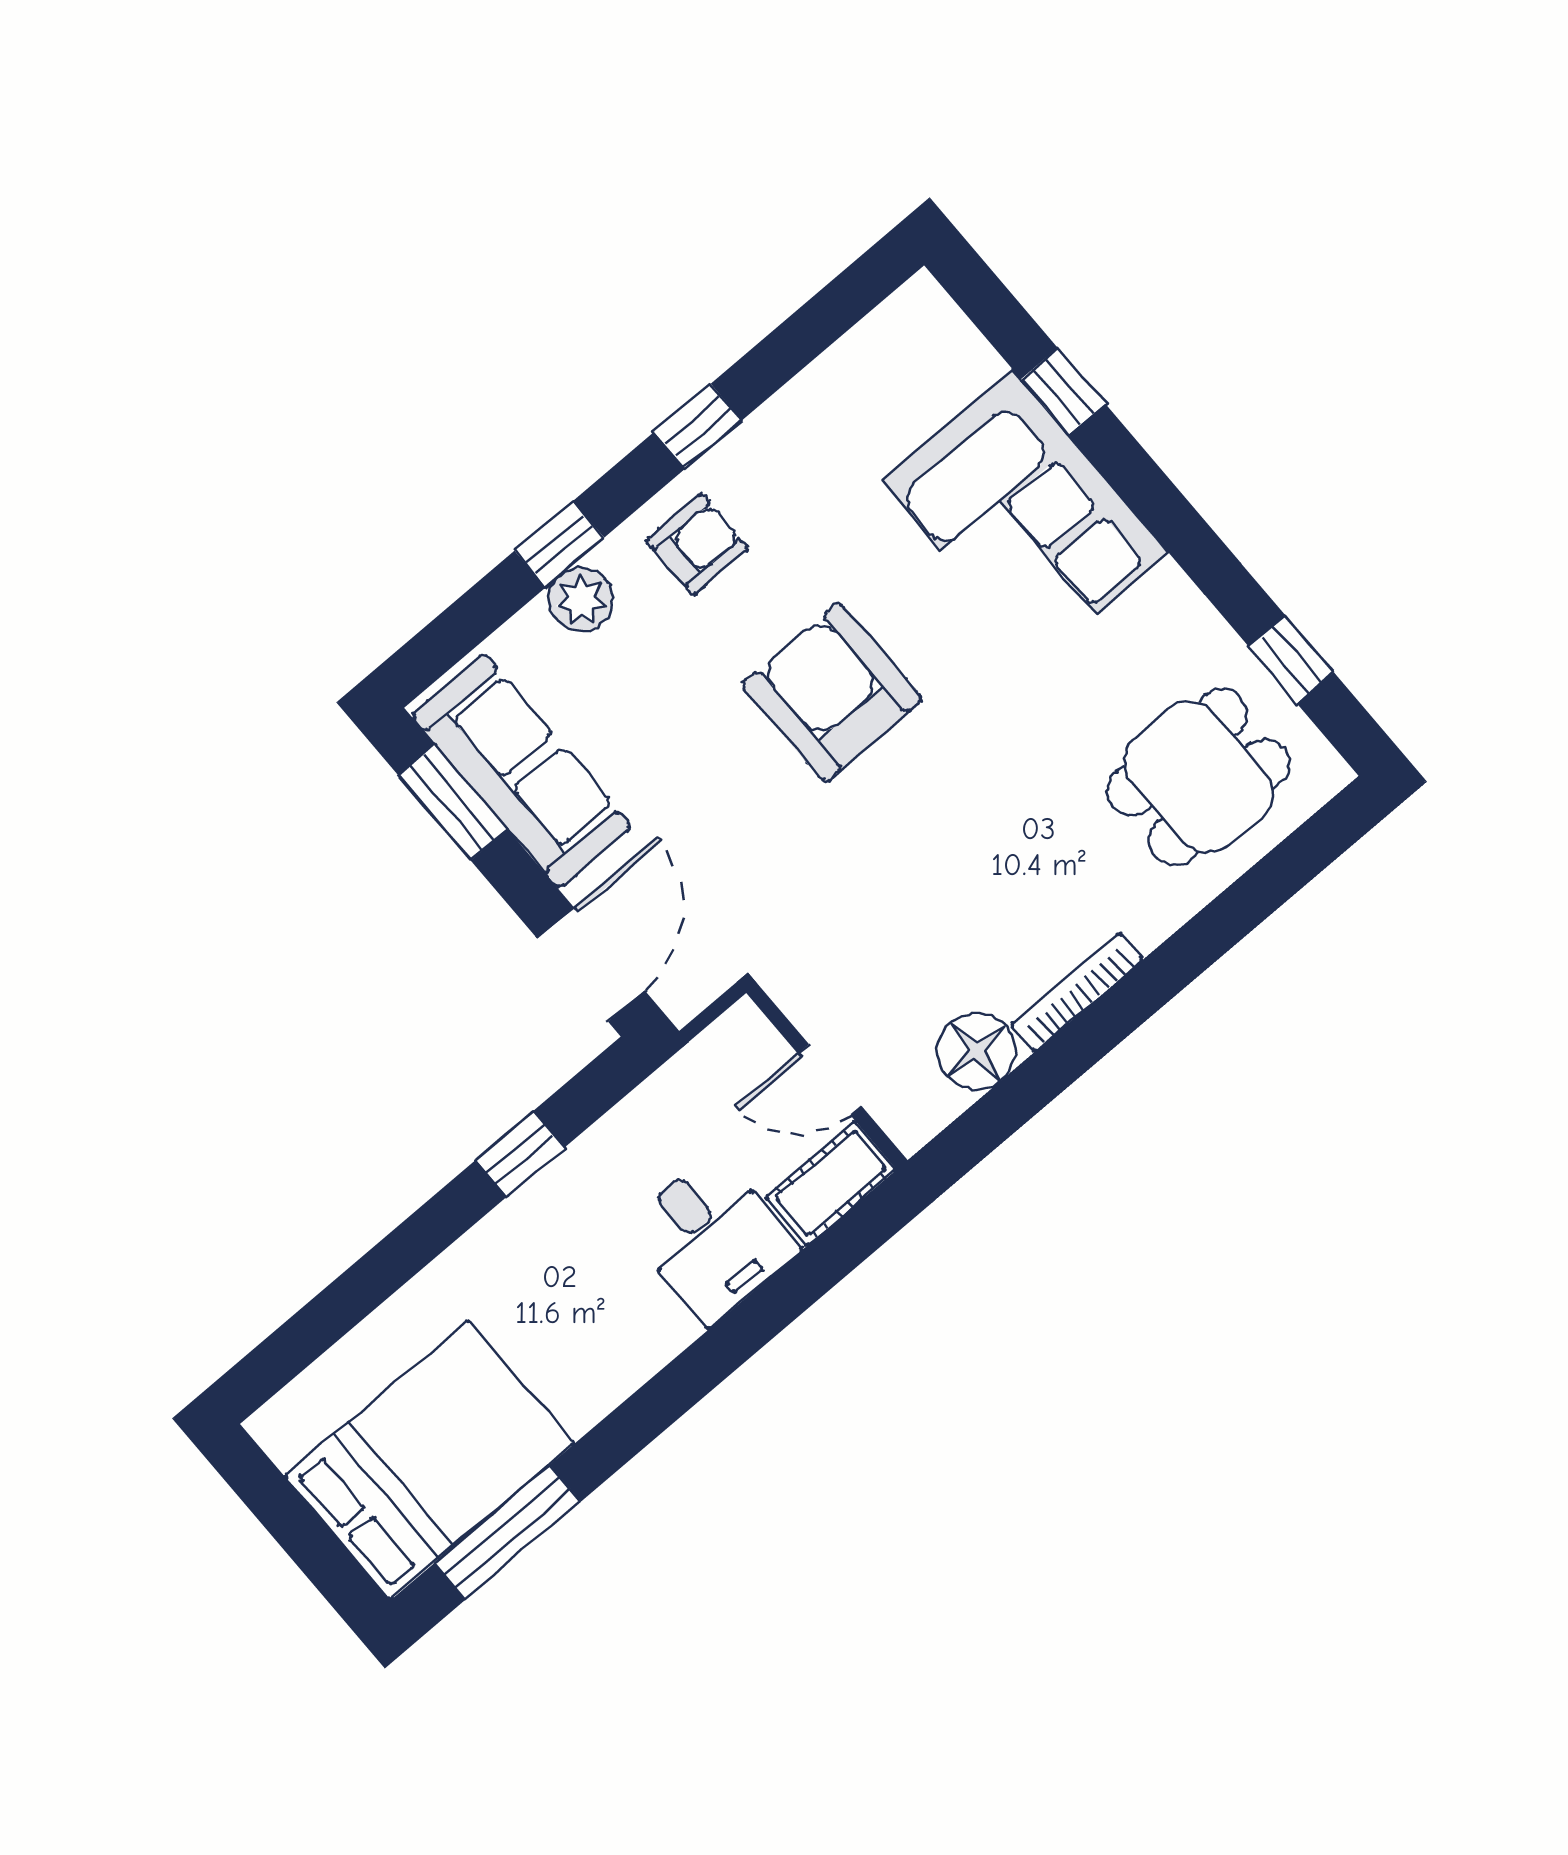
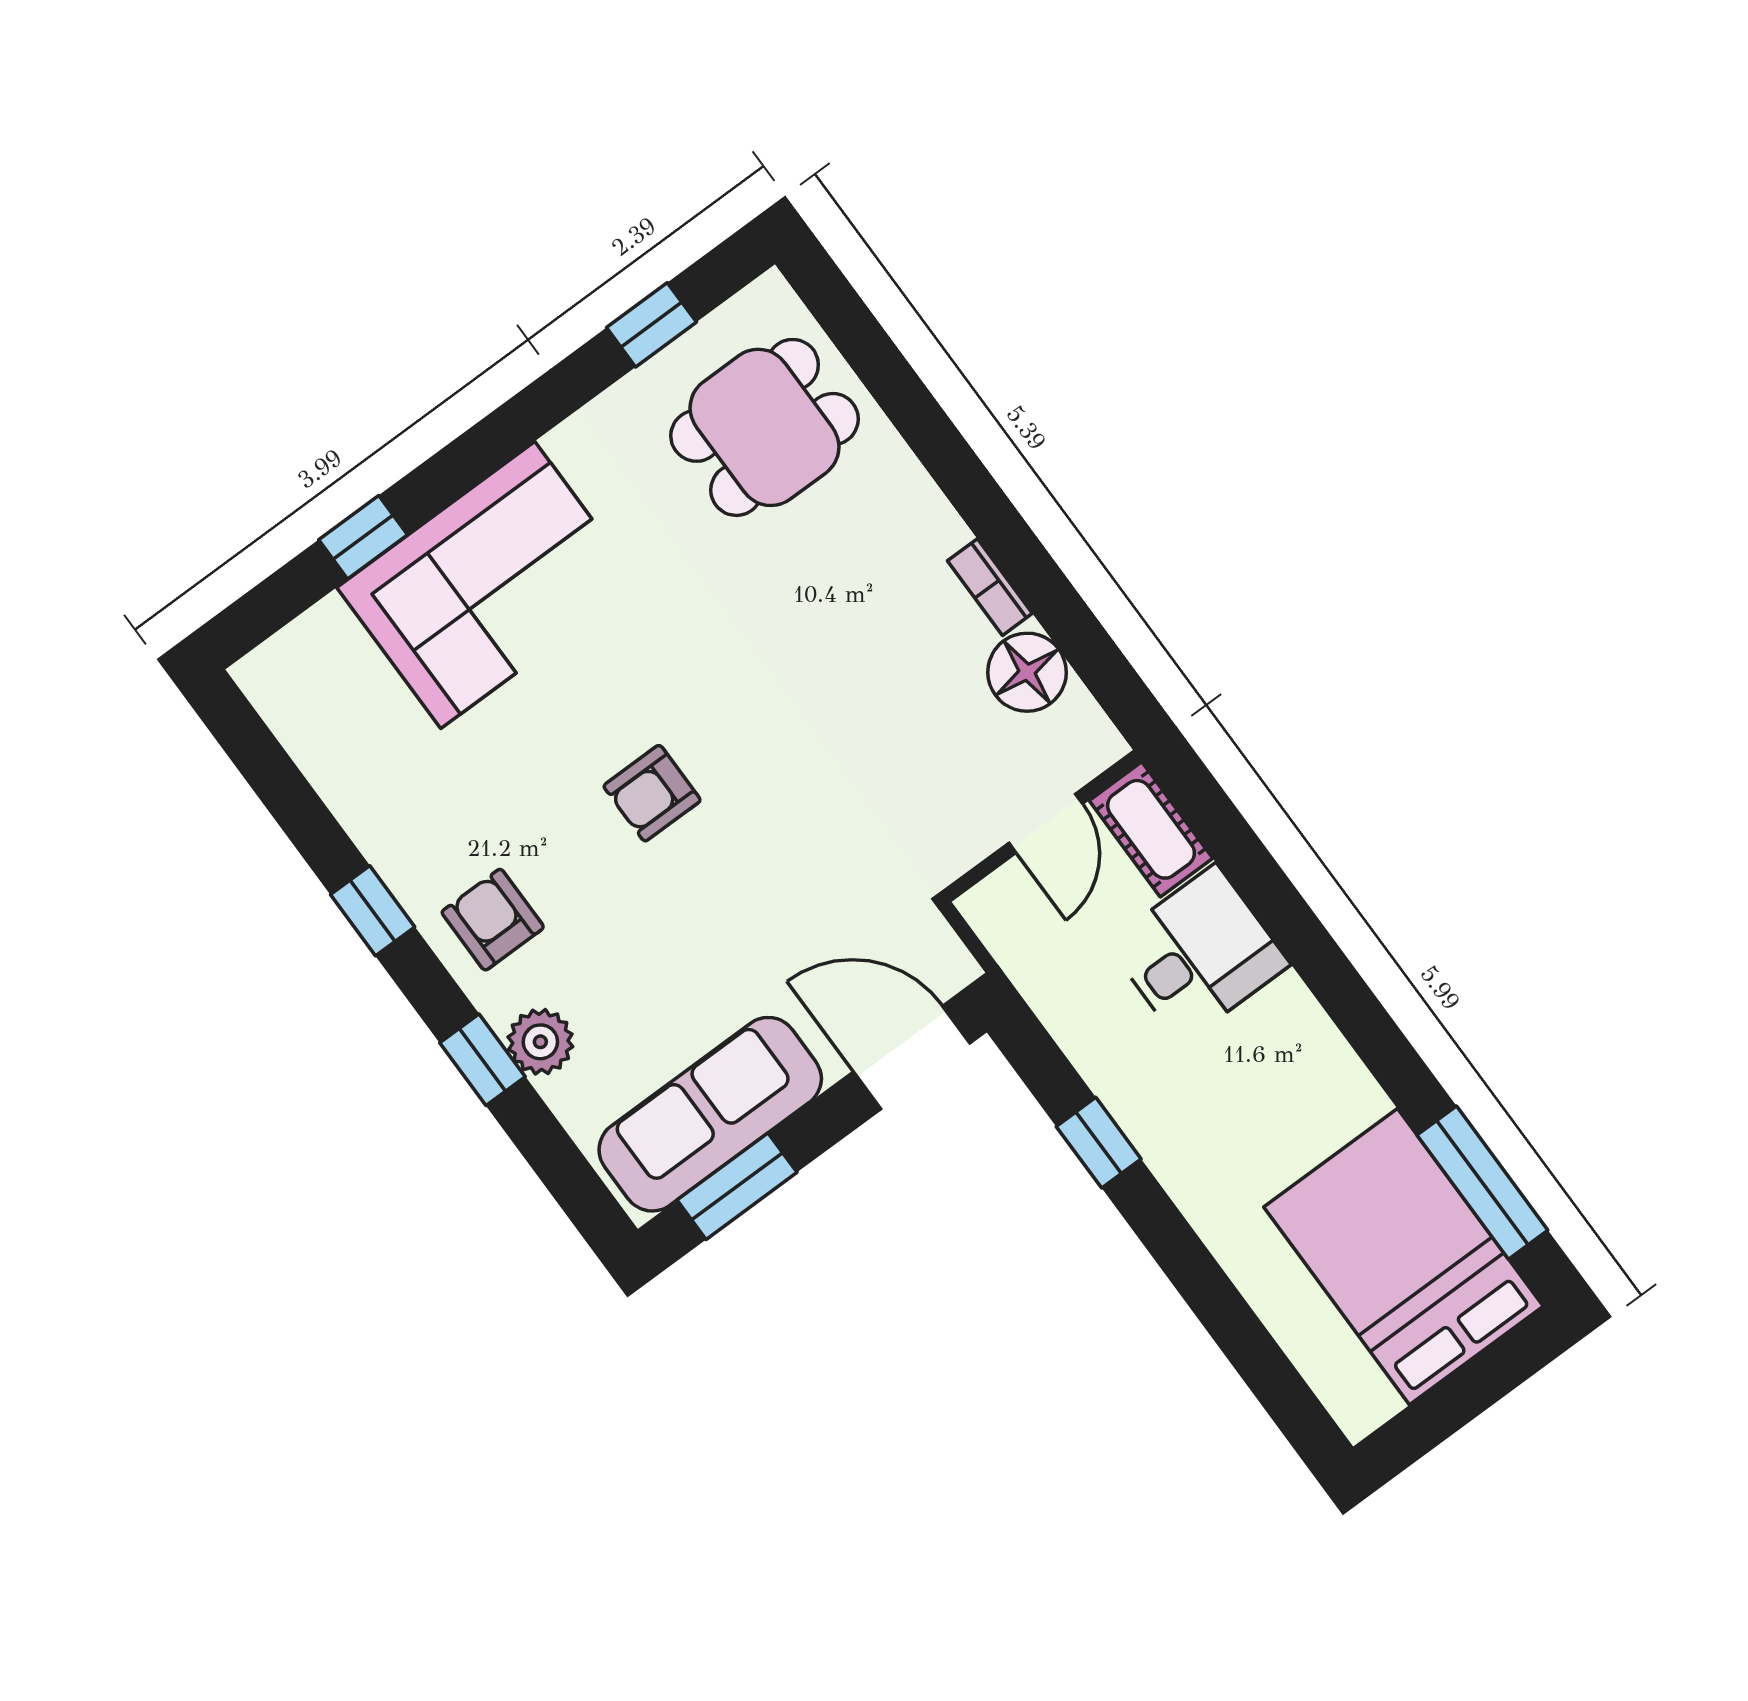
armchair: (832, 692) -> (652, 793), width x0.53, depth x0.53
dining table: (1198, 777) -> (765, 427), turned 90
bookcase: (1077, 992) -> (990, 587), width x0.64

